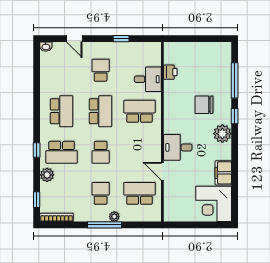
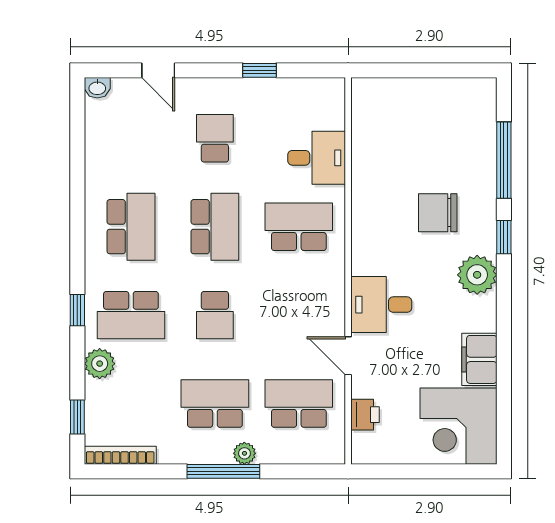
printer: (170, 72) -> (365, 415), moved
school desk: (101, 193) -> (215, 404), width x1.85

